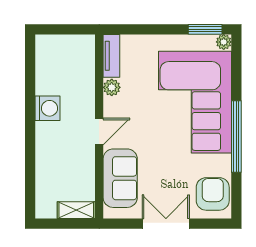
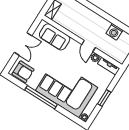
window: (205, 29) -> (104, 98), moved
washing machine: (48, 108) -> (114, 32), moved
door: (99, 132) -> (89, 46), moved

